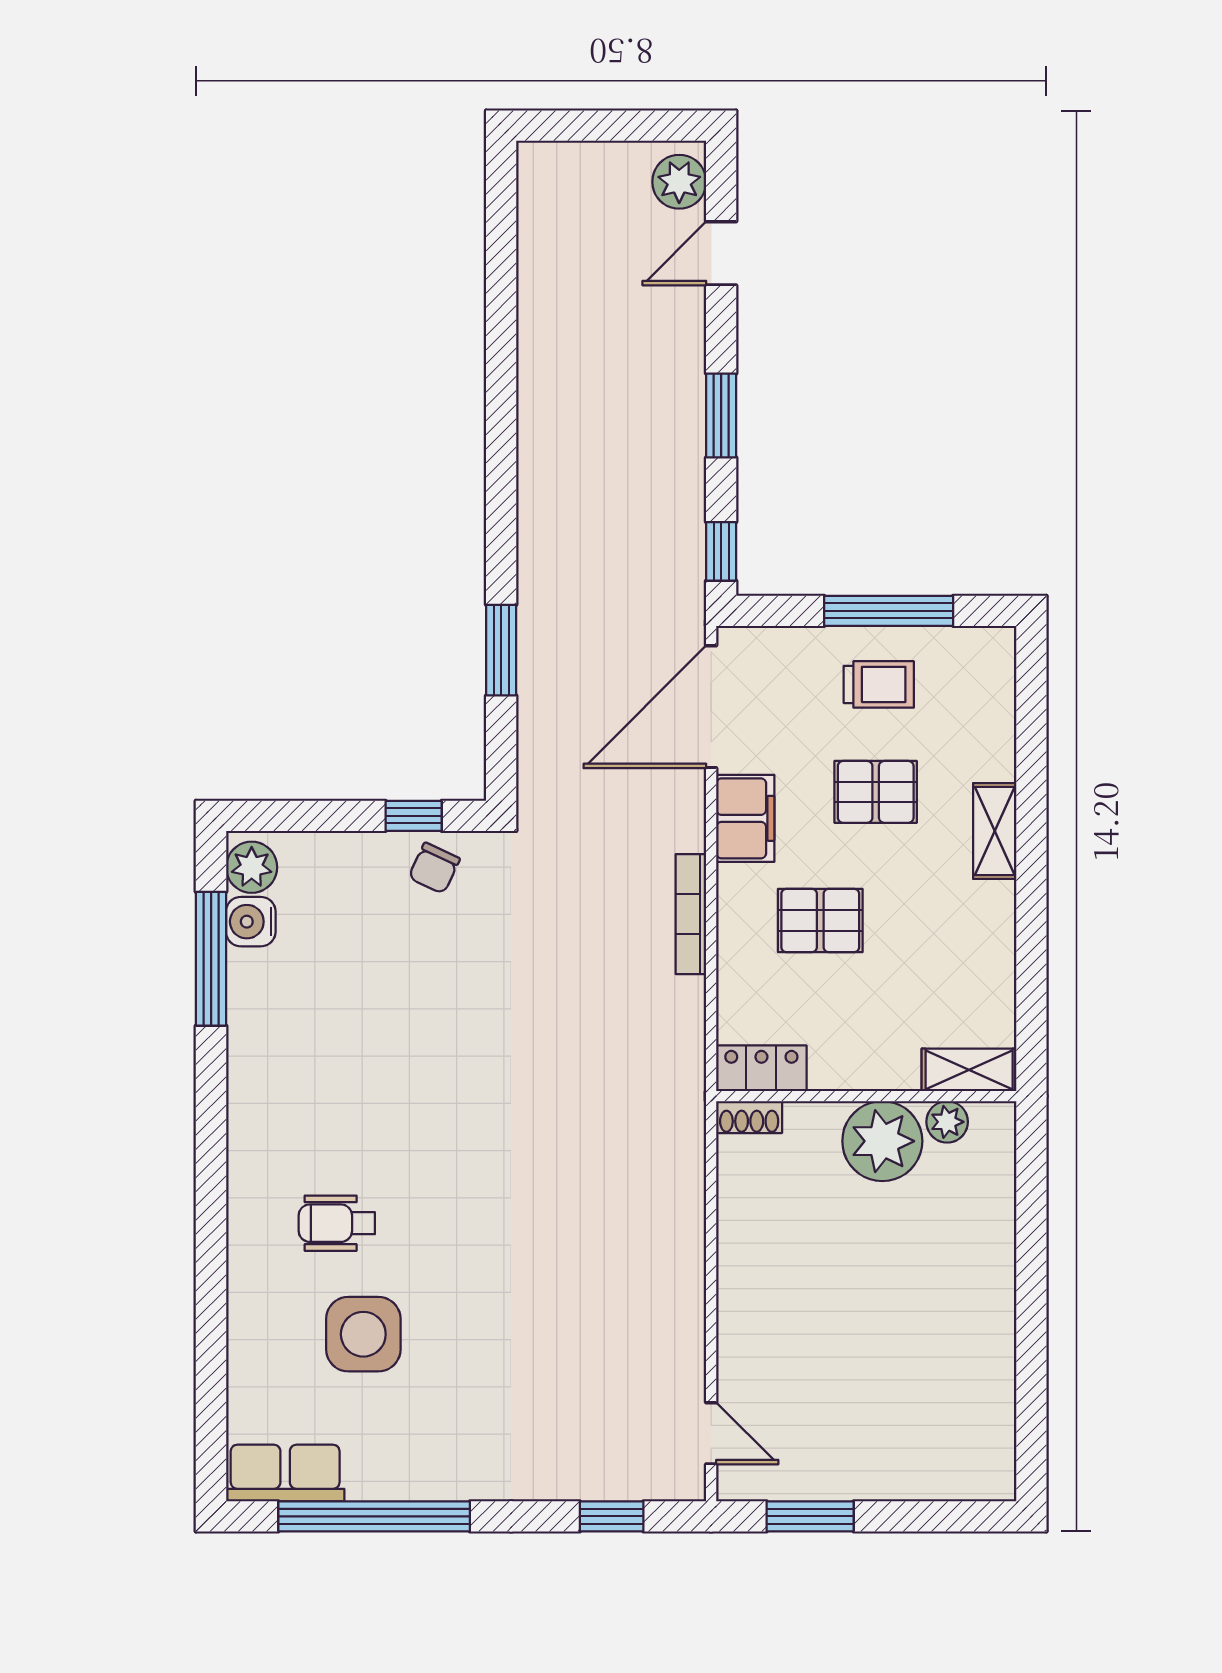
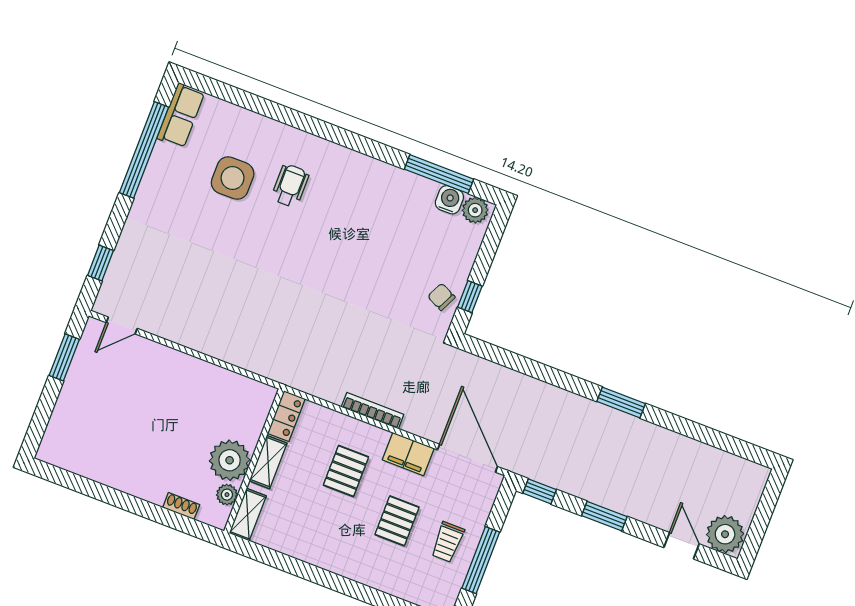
plant: (679, 182) -> (725, 534), width x1.36, depth x1.36
window: (501, 650) -> (621, 402), moved
shelving: (995, 831) -> (268, 462), moved, turned 90
shoe rack: (749, 1117) -> (181, 506), moved, turned 90

